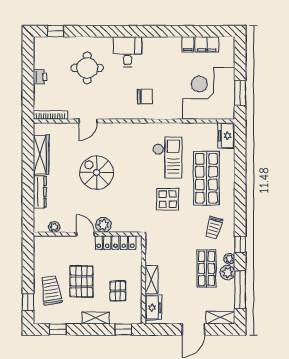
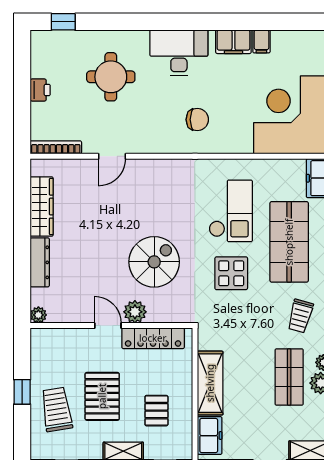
filing cabinet: (207, 44) -> (233, 42), moved
desk: (127, 52) -> (179, 53), width x1.37
spiral stairs: (97, 173) -> (154, 262), moved, turned 90
plant: (54, 227) -> (38, 315), moved
shelving: (151, 280) -> (210, 383), width x1.50, depth x1.33
window: (28, 302) -> (22, 392), moved

